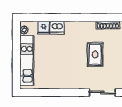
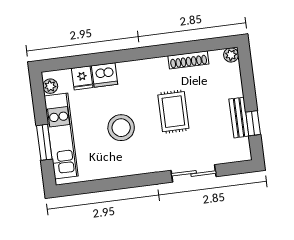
stool: (63, 60) -> (121, 128), added
window: (16, 63) -> (44, 142), added

